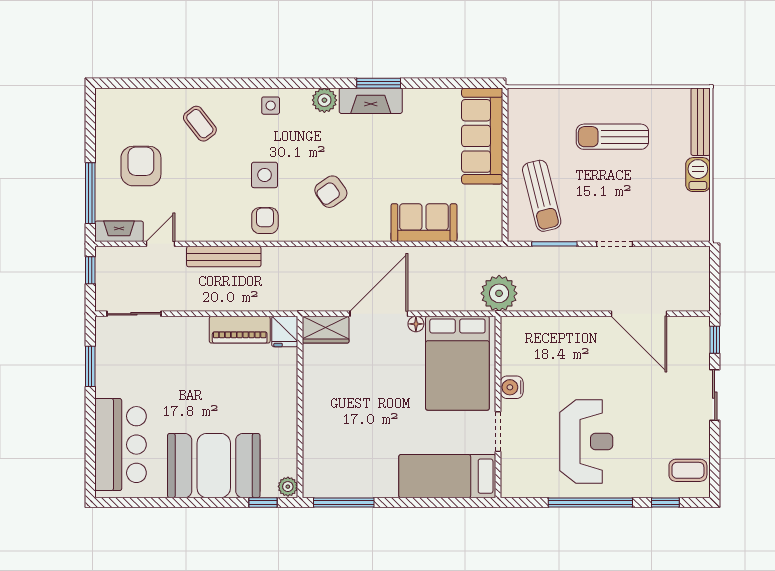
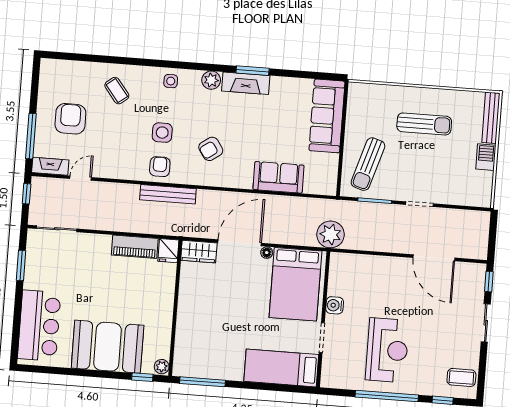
sun lounger: (612, 137) -> (424, 124), turned 180
sun lounger: (542, 196) -> (368, 164), turned 31
bench: (224, 257) -> (168, 194), moved

